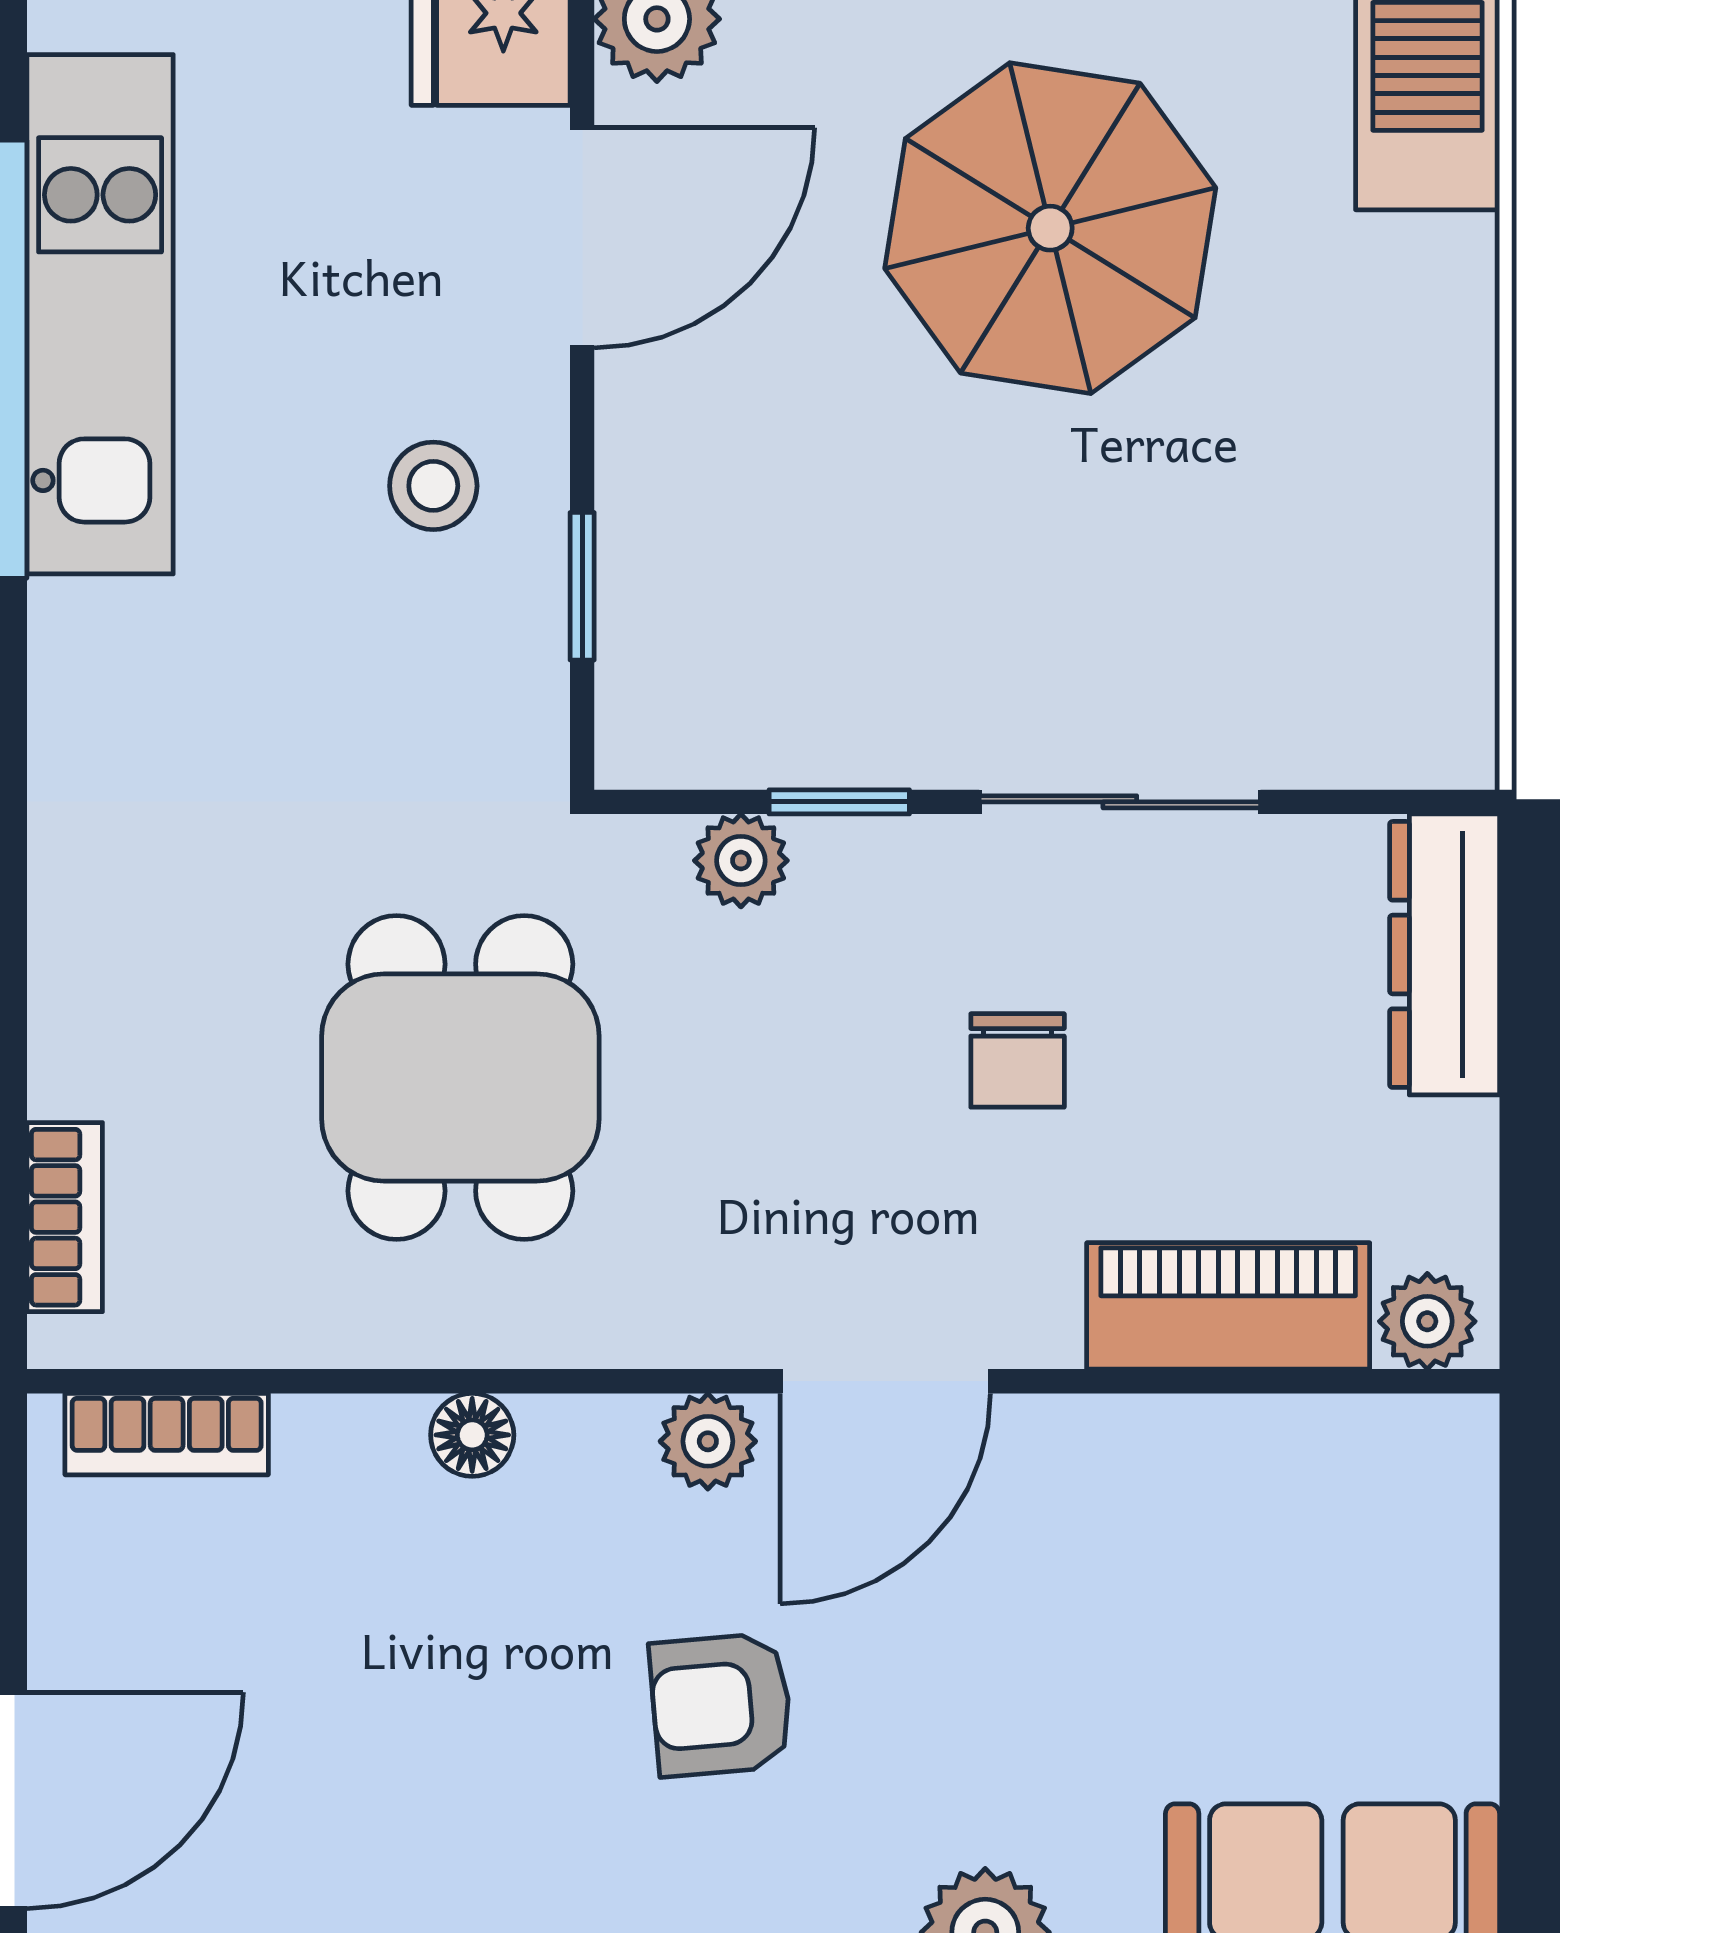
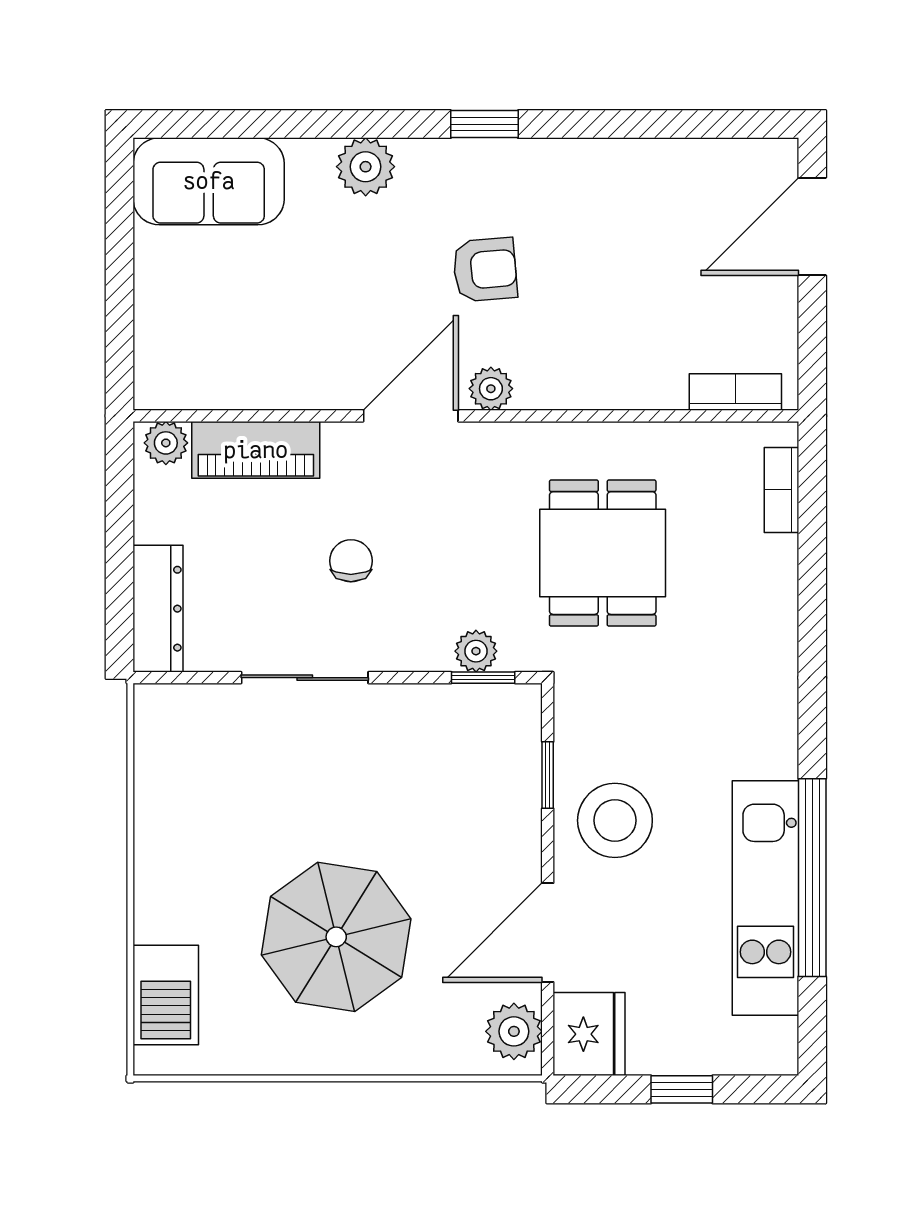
stool: (433, 486) -> (615, 820), width x1.89, depth x1.89
window: (839, 802) -> (483, 678), moved
floor lamp: (472, 1435) -> (597, 392), removed

